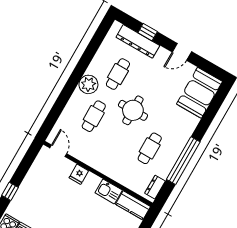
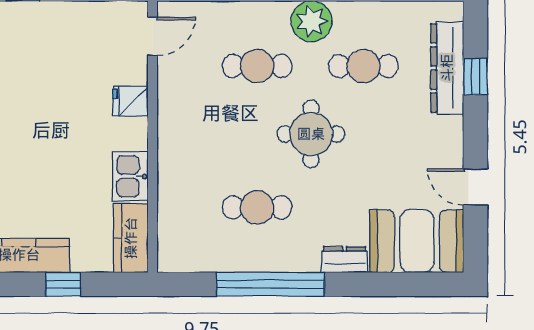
door: (182, 52) -> (475, 187), moved
dresser: (155, 187) -> (345, 260), moved

